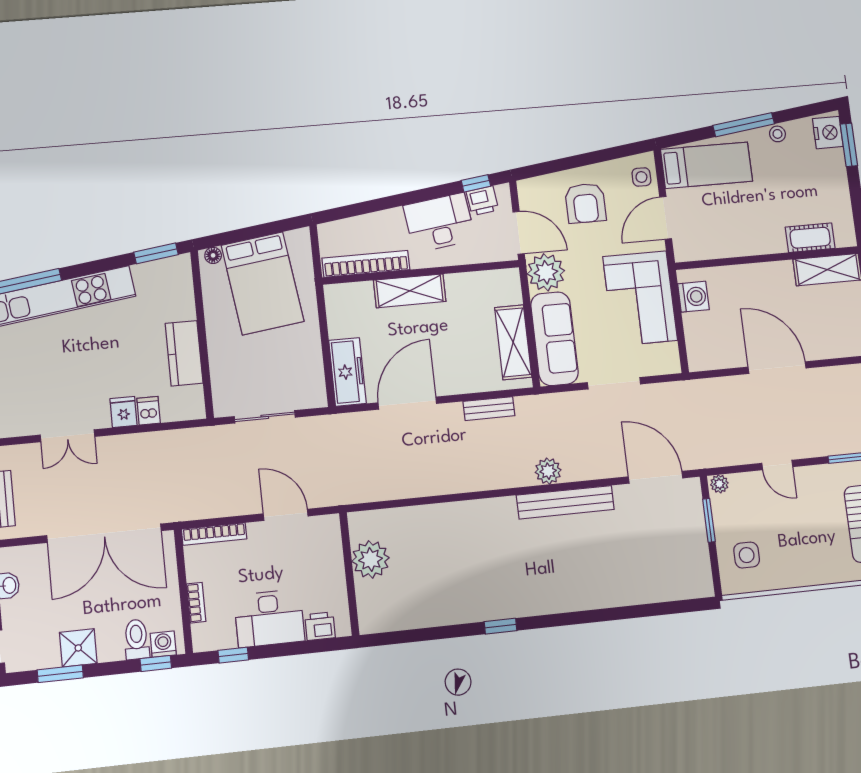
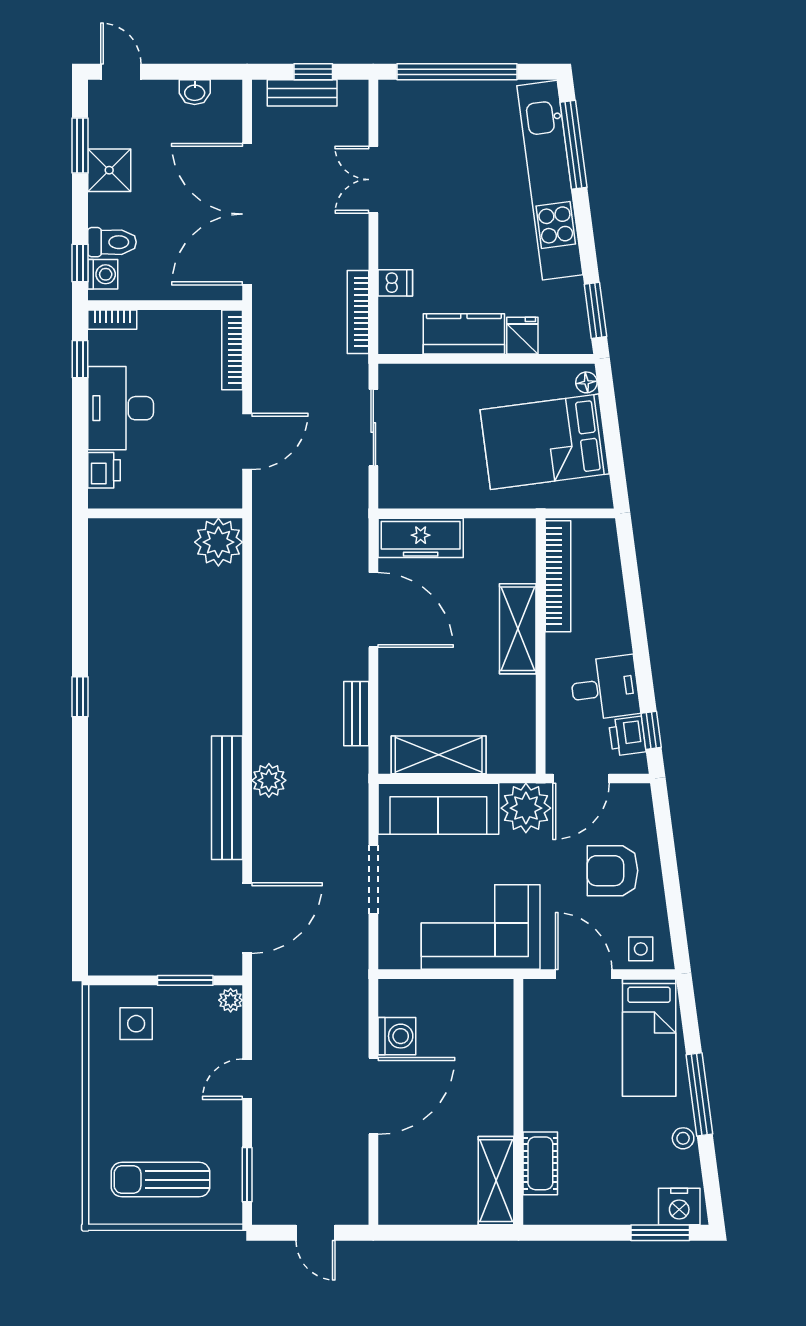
desk: (439, 223) -> (605, 688), width x0.73
washing machine: (693, 297) -> (397, 1036), moved, turned -90
fridge: (124, 412) -> (522, 336), moved, turned -90
bookcase: (174, 438) -> (358, 312), added
plant: (371, 559) -> (218, 542), moved
bookcase: (196, 603) -> (112, 320), moved

